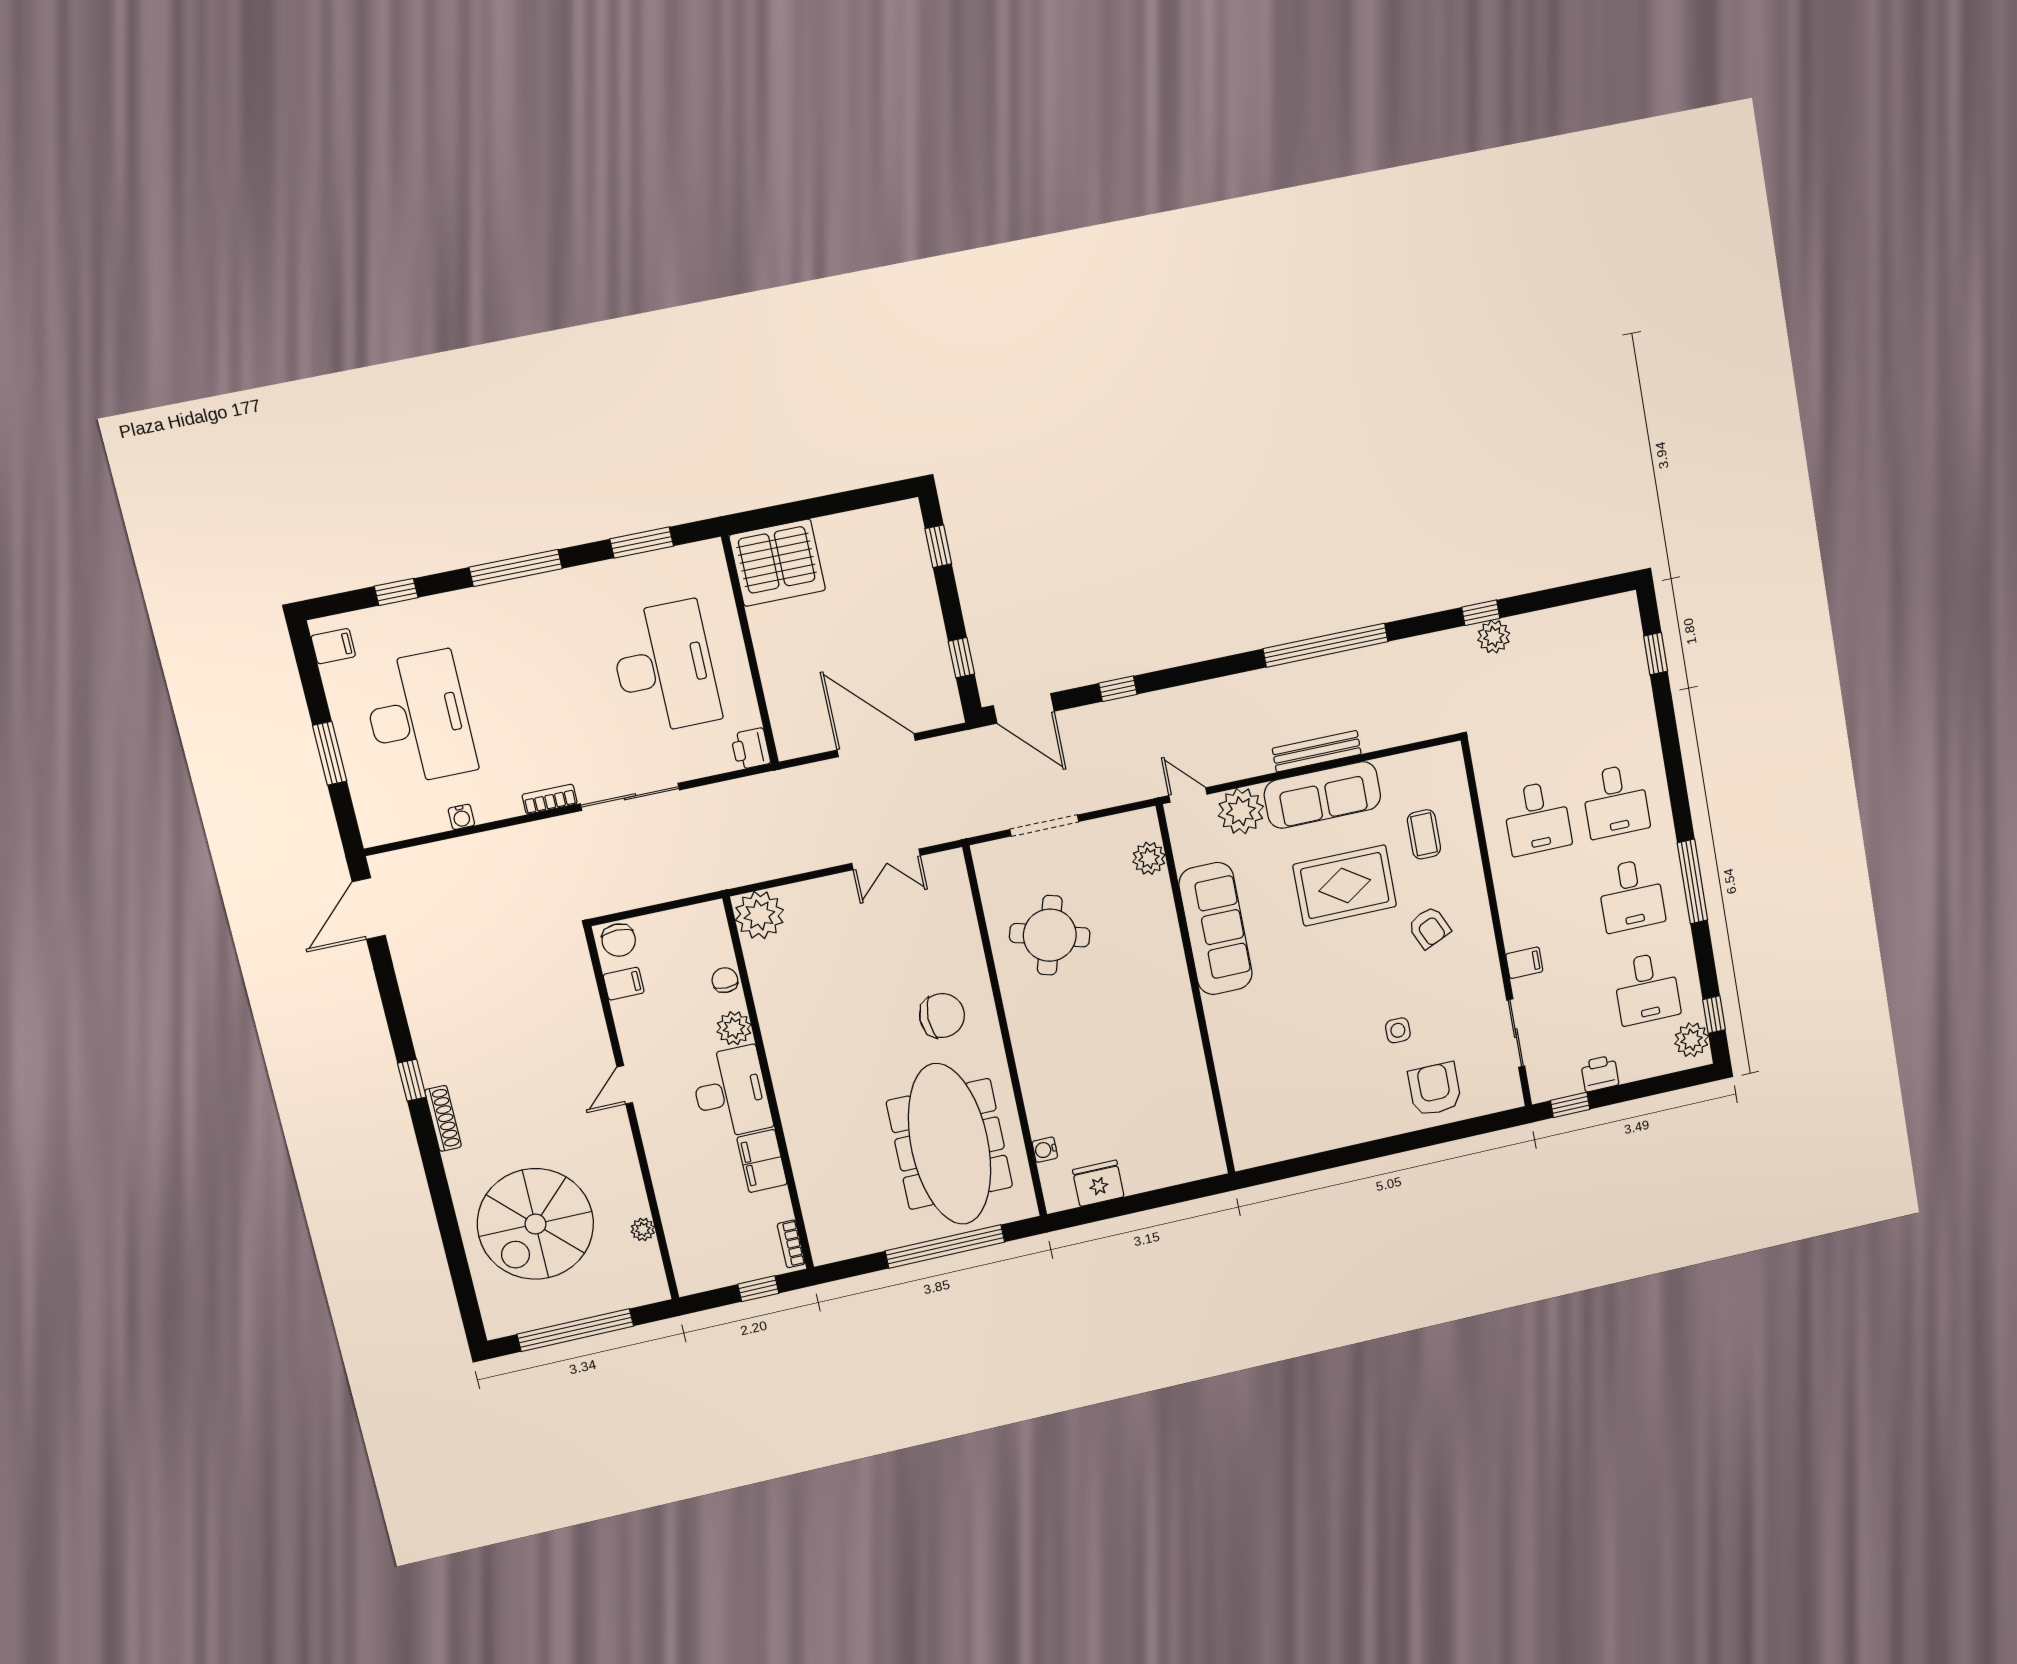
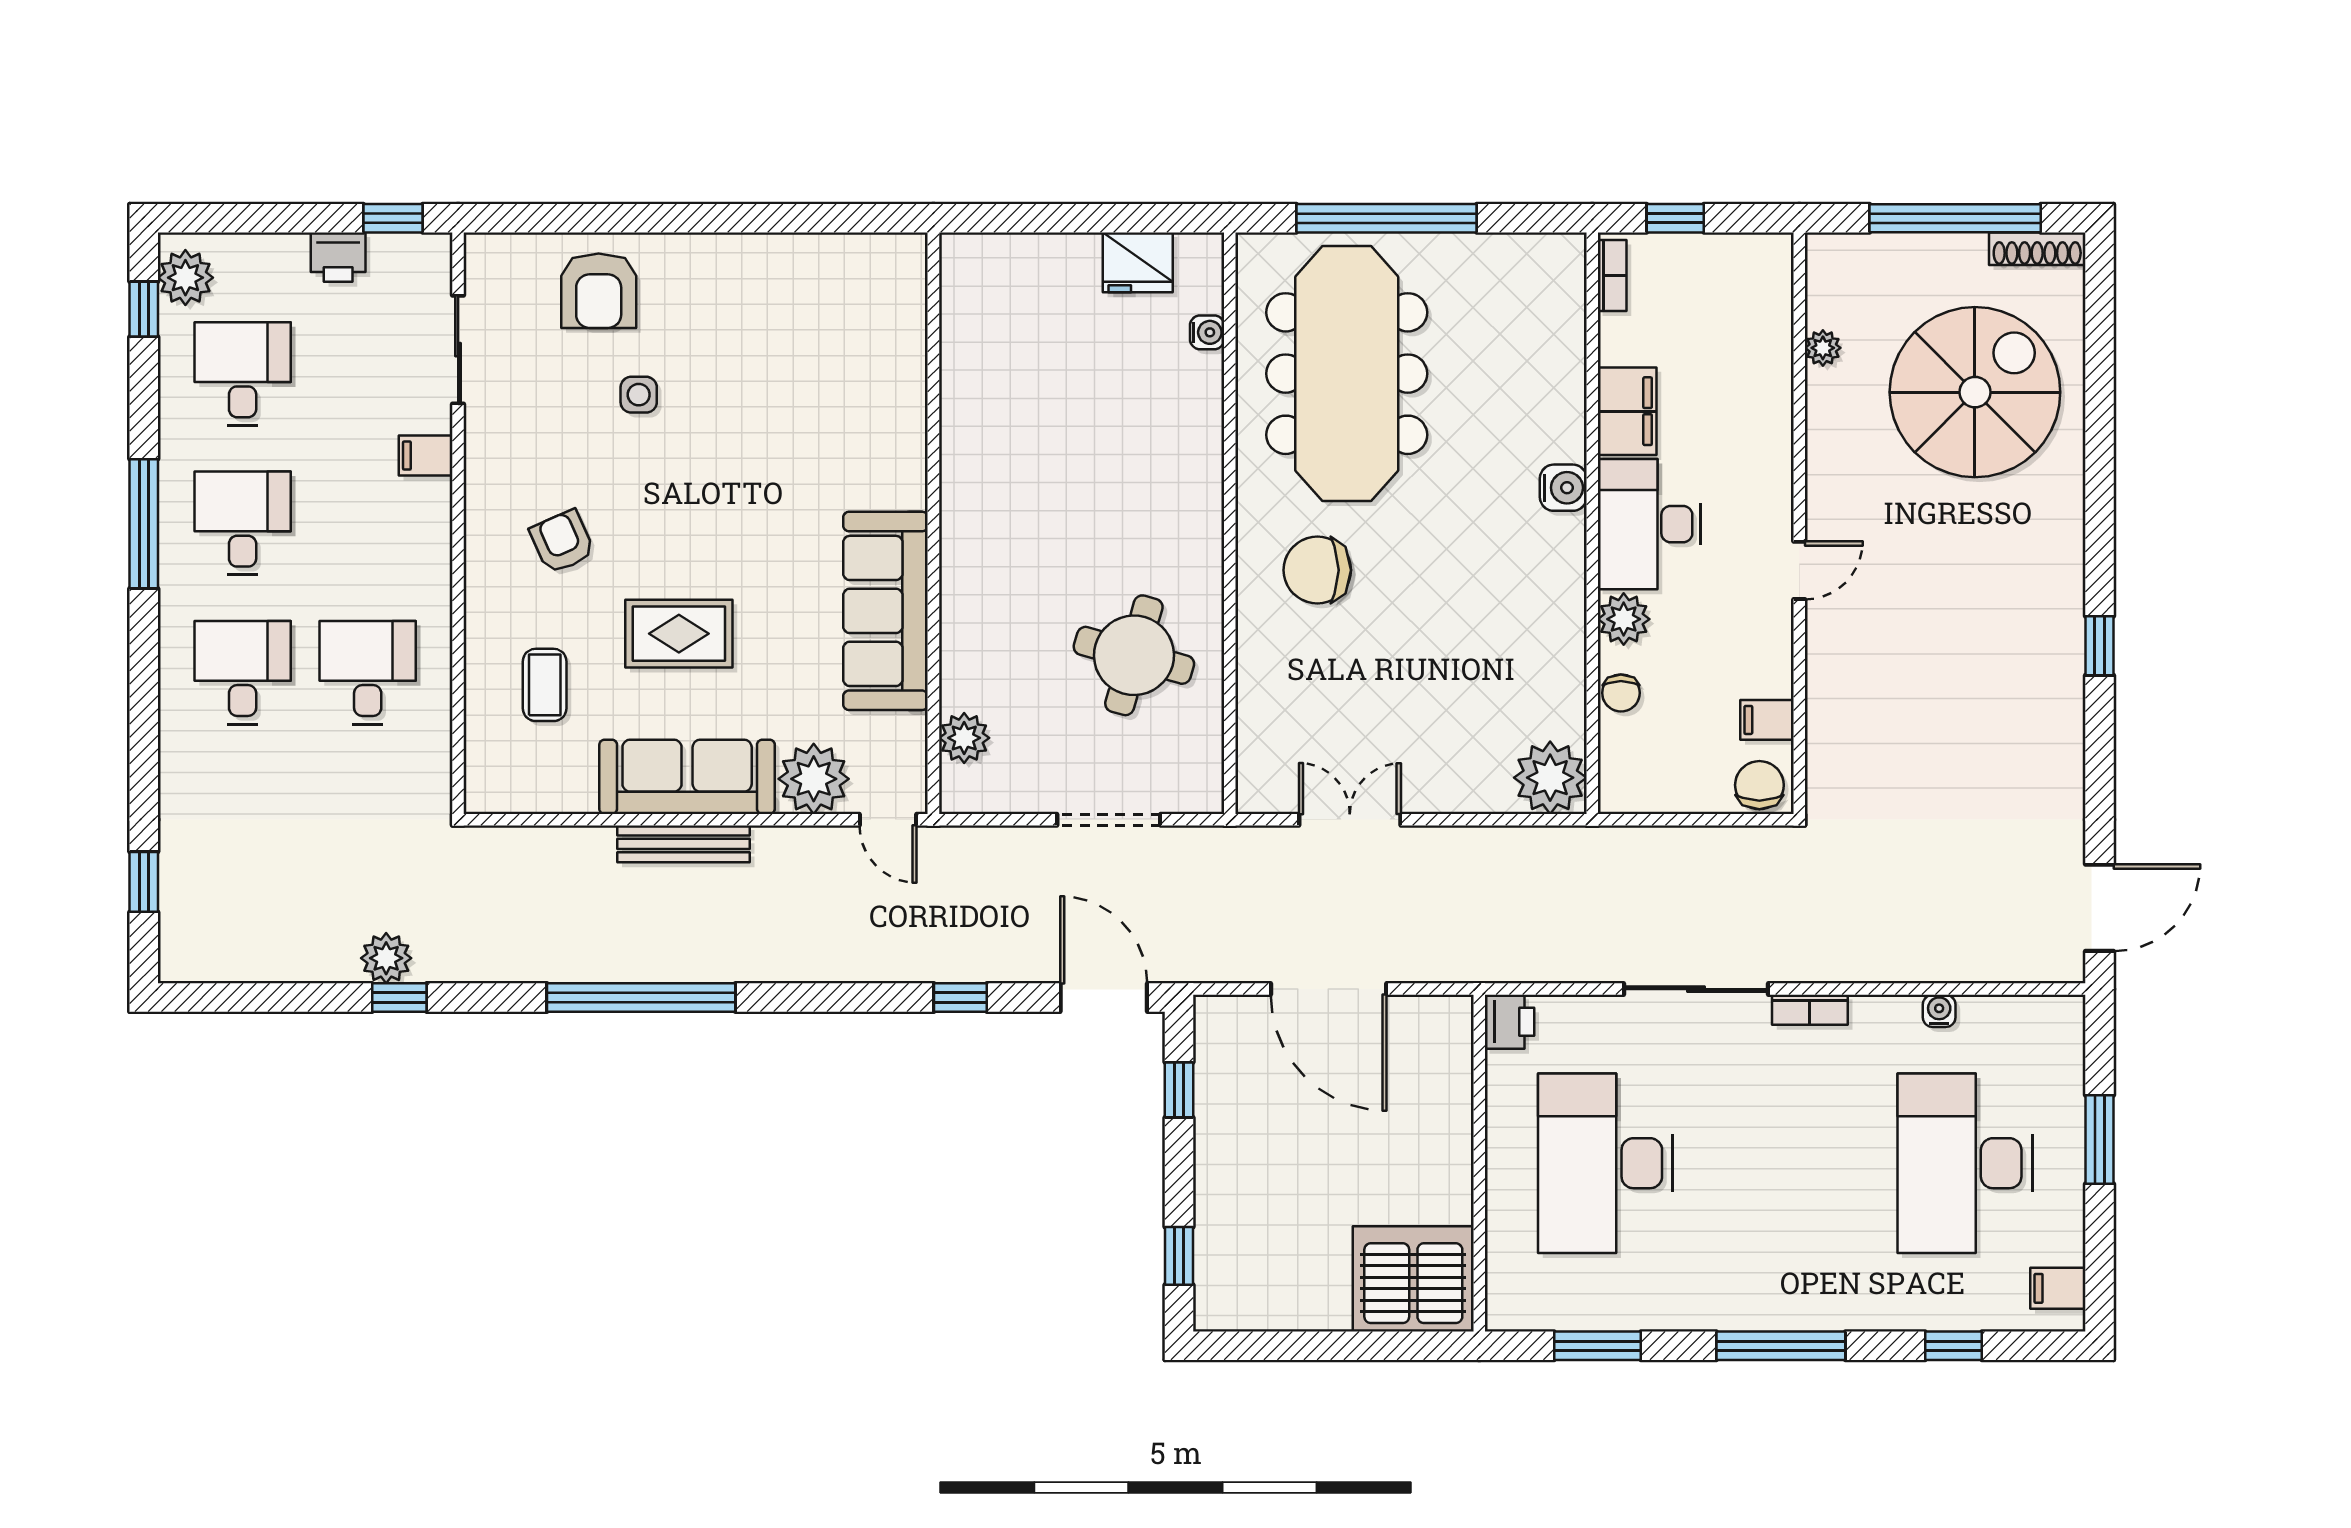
rug: (1345, 885) -> (679, 634), width x0.73, depth x0.70
water cooler: (793, 1103) -> (1563, 488), added
shoe rack: (443, 1118) -> (2037, 249), moved, turned -90

